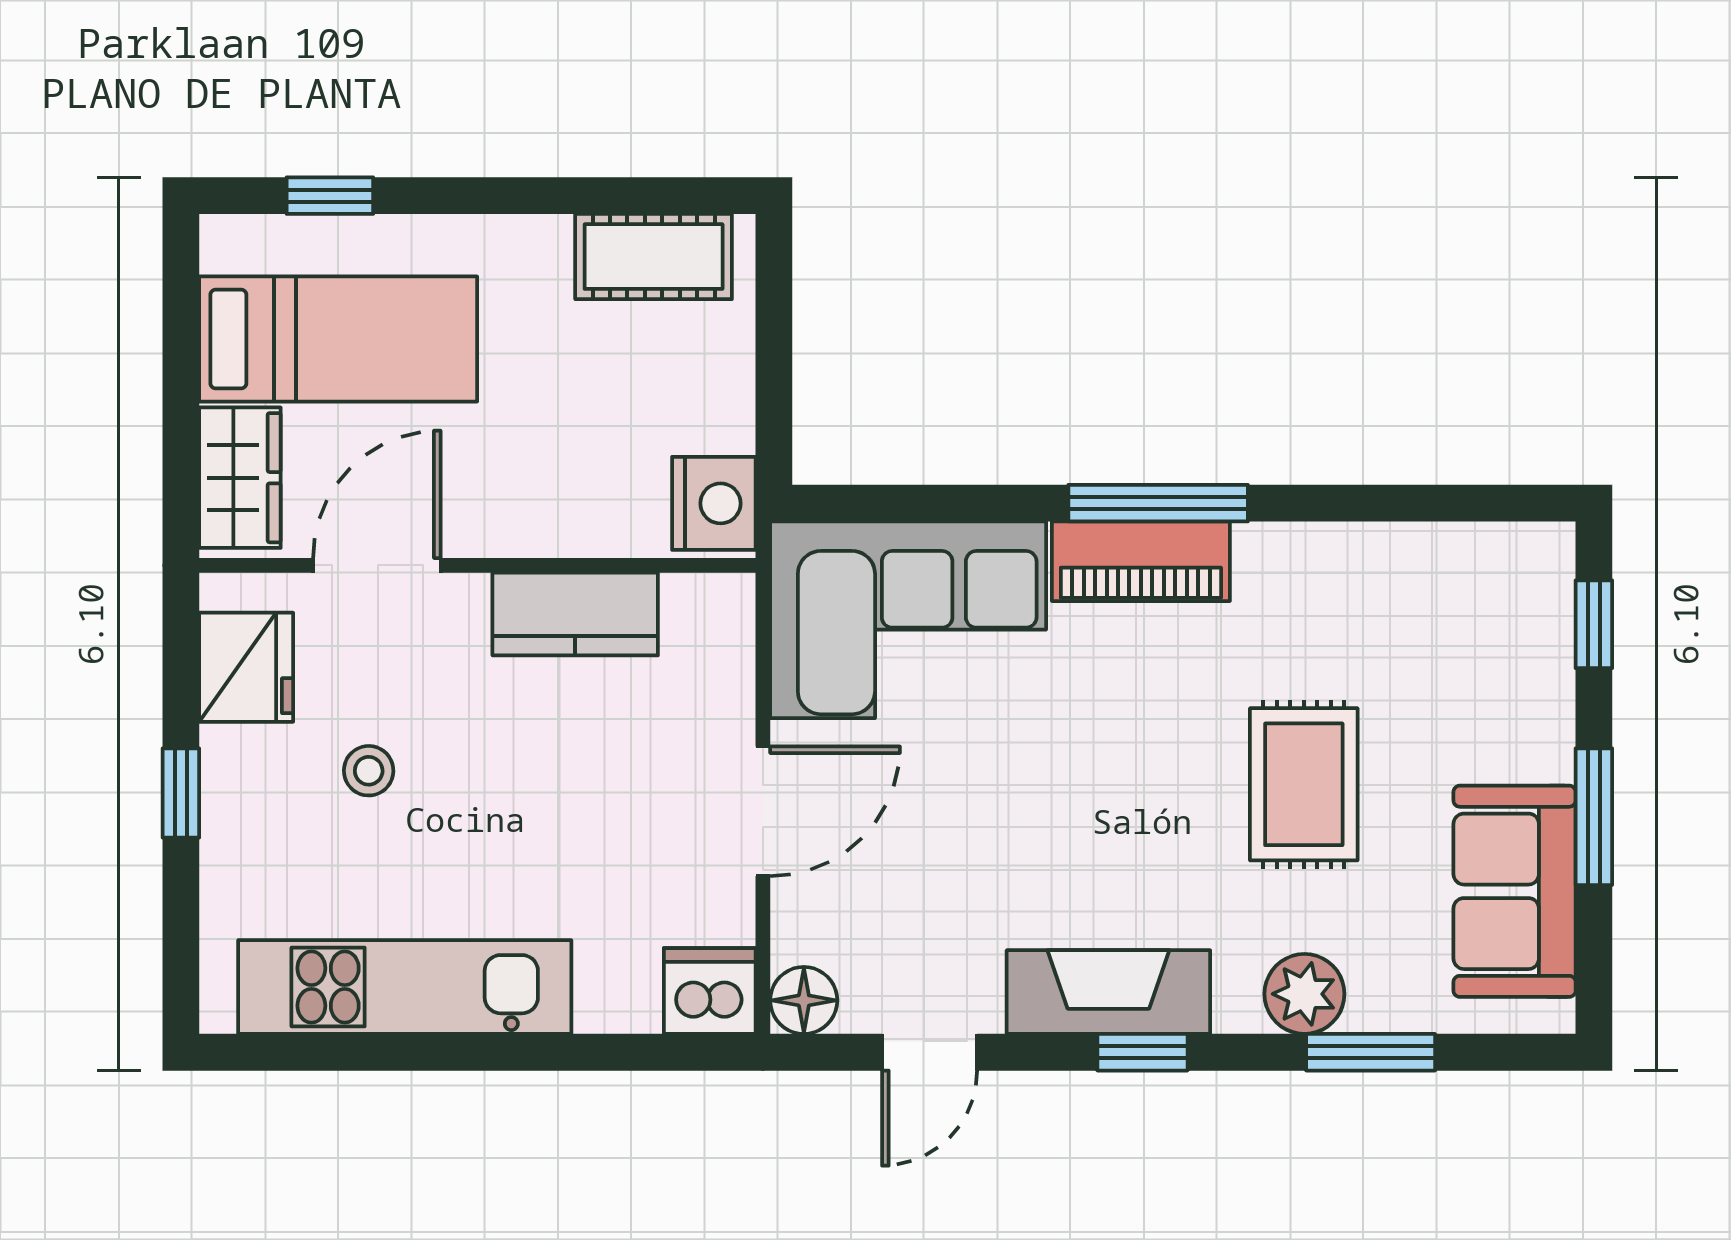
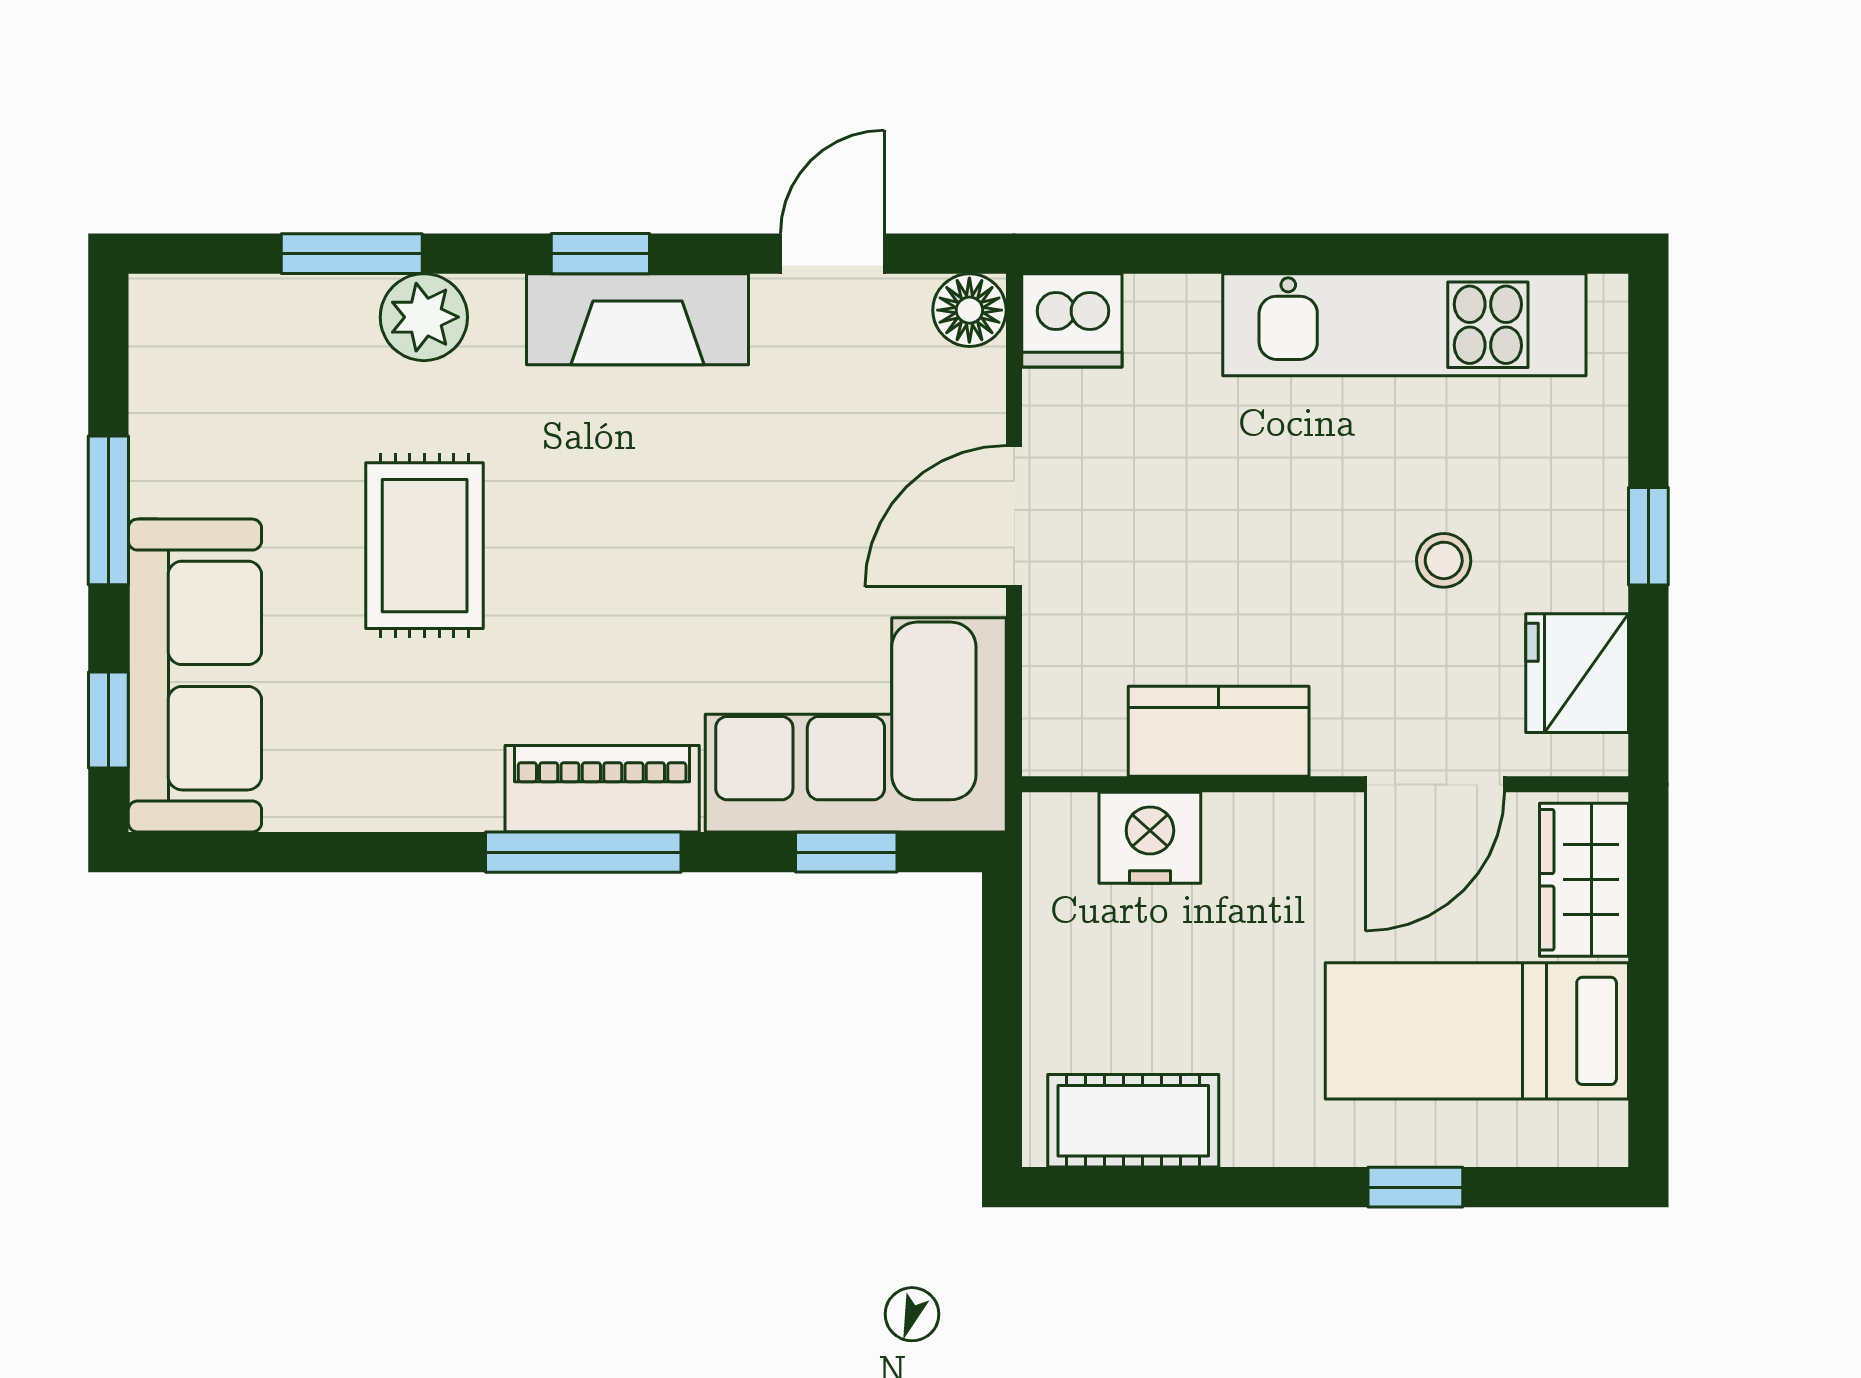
window: (330, 196) -> (1415, 1187), moved
nightstand: (714, 503) -> (1150, 838), moved, turned 90
window: (917, 503) -> (846, 852), added
sofa: (1515, 891) -> (195, 676), moved, width x1.36

